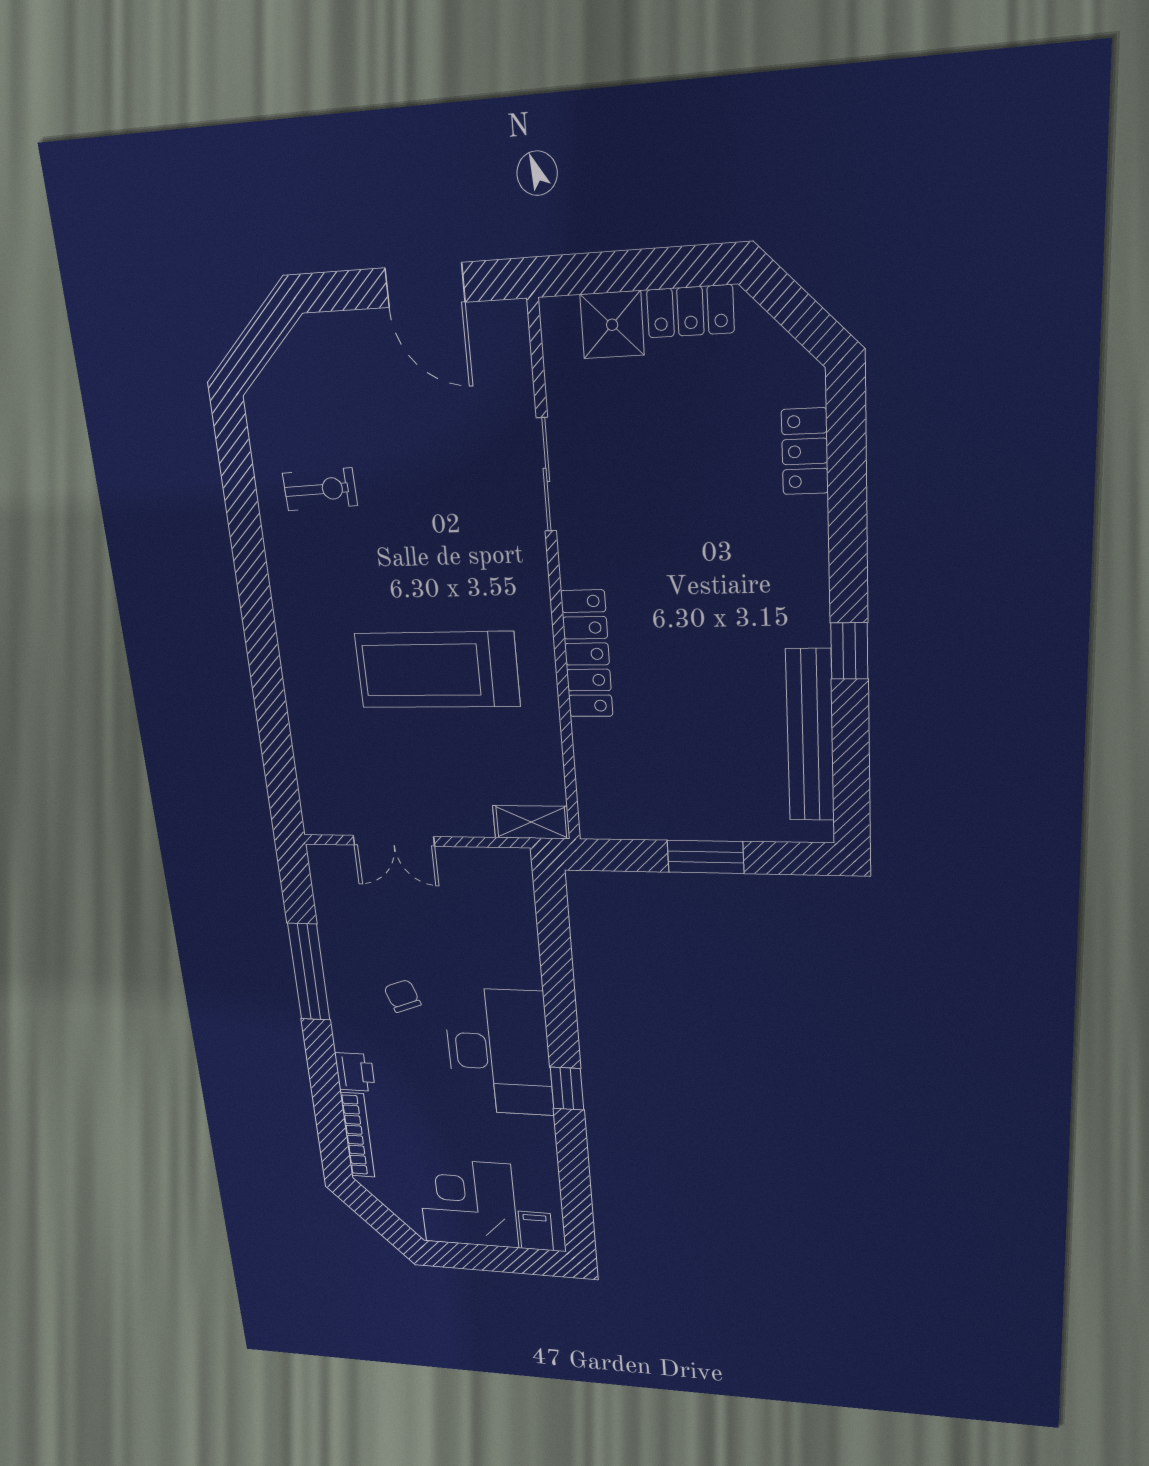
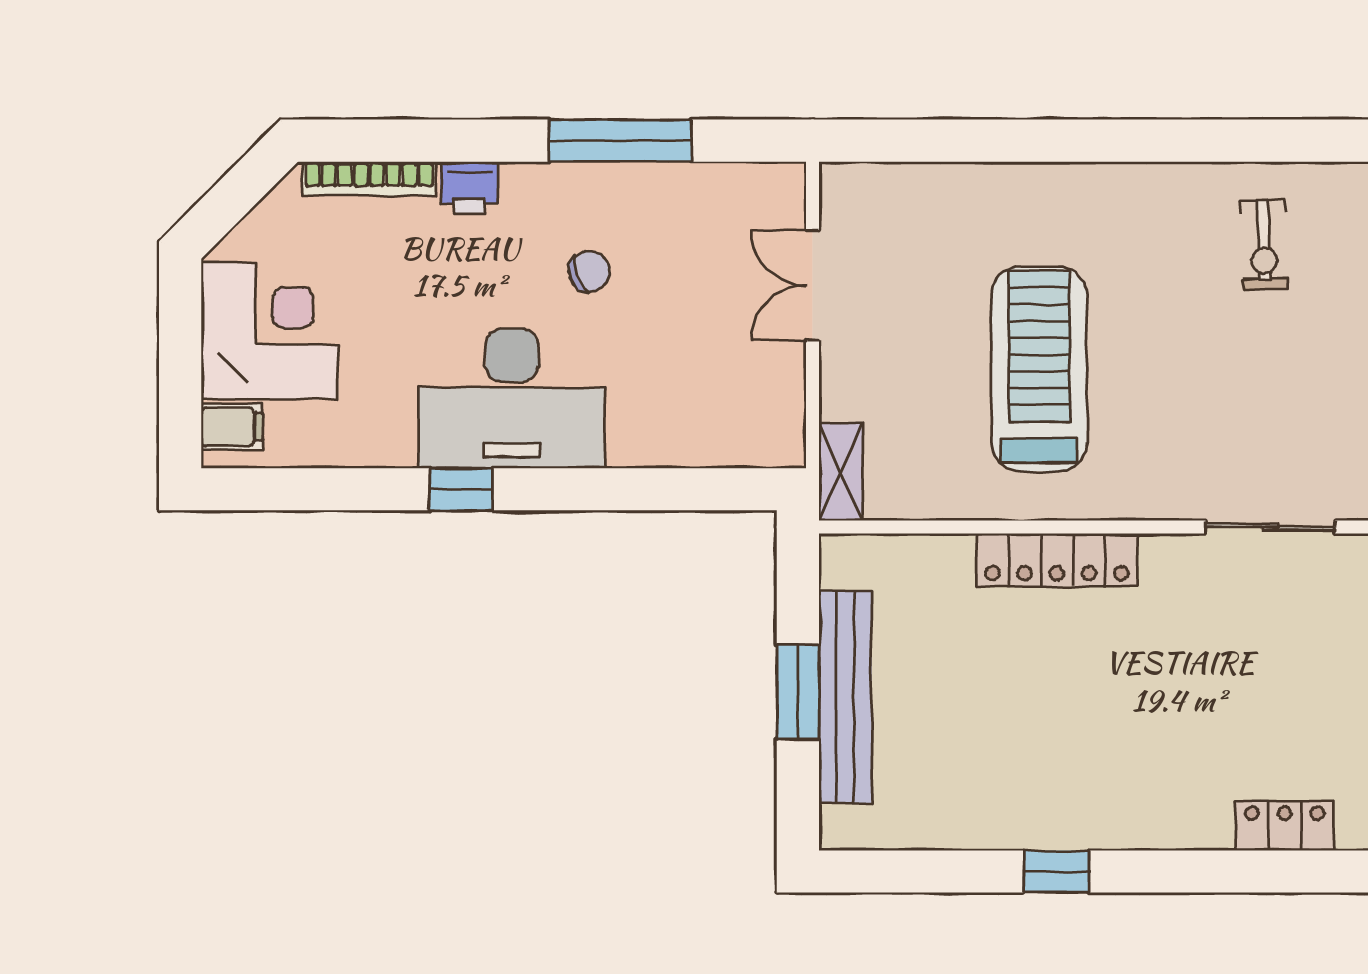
bench: (810, 736) -> (845, 697), moved, turned 90

